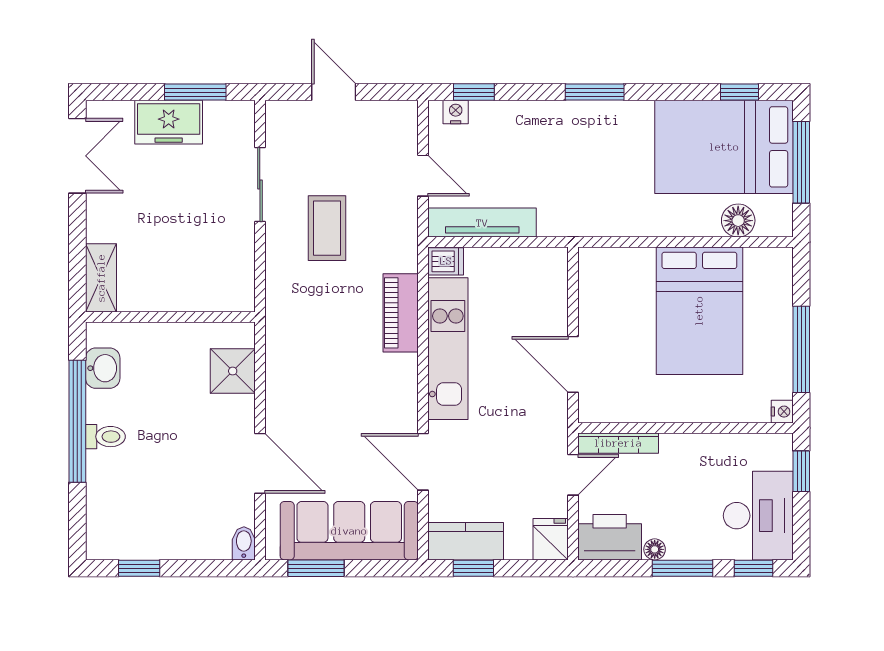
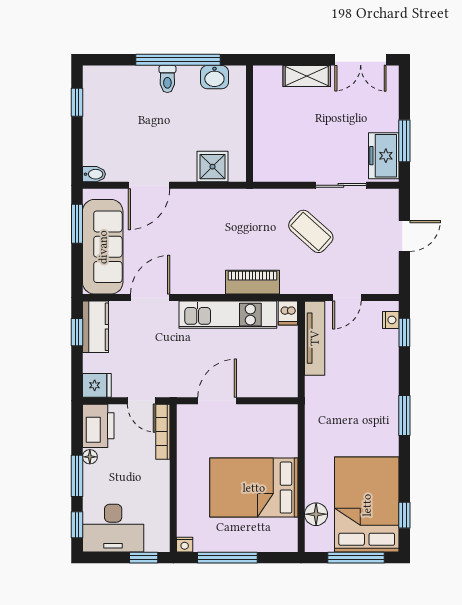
freezer: (169, 122) -> (384, 156), moved
coffee table: (327, 228) -> (311, 231), turned 42
shelving: (101, 278) -> (307, 76), moved

